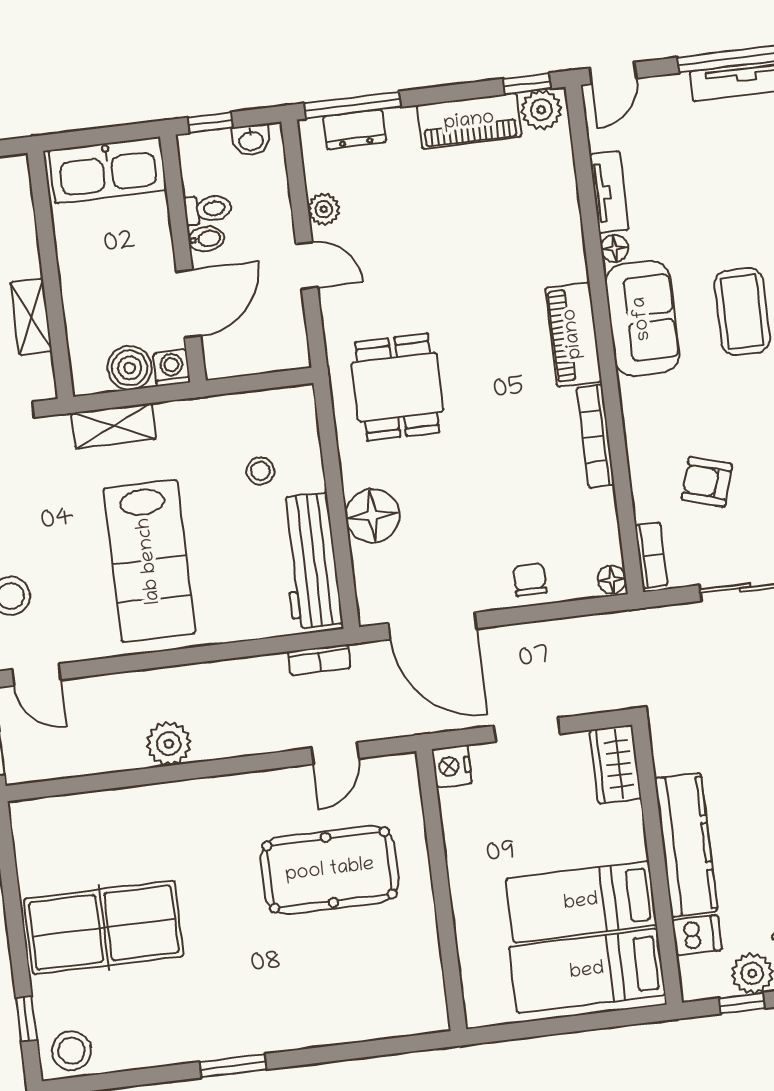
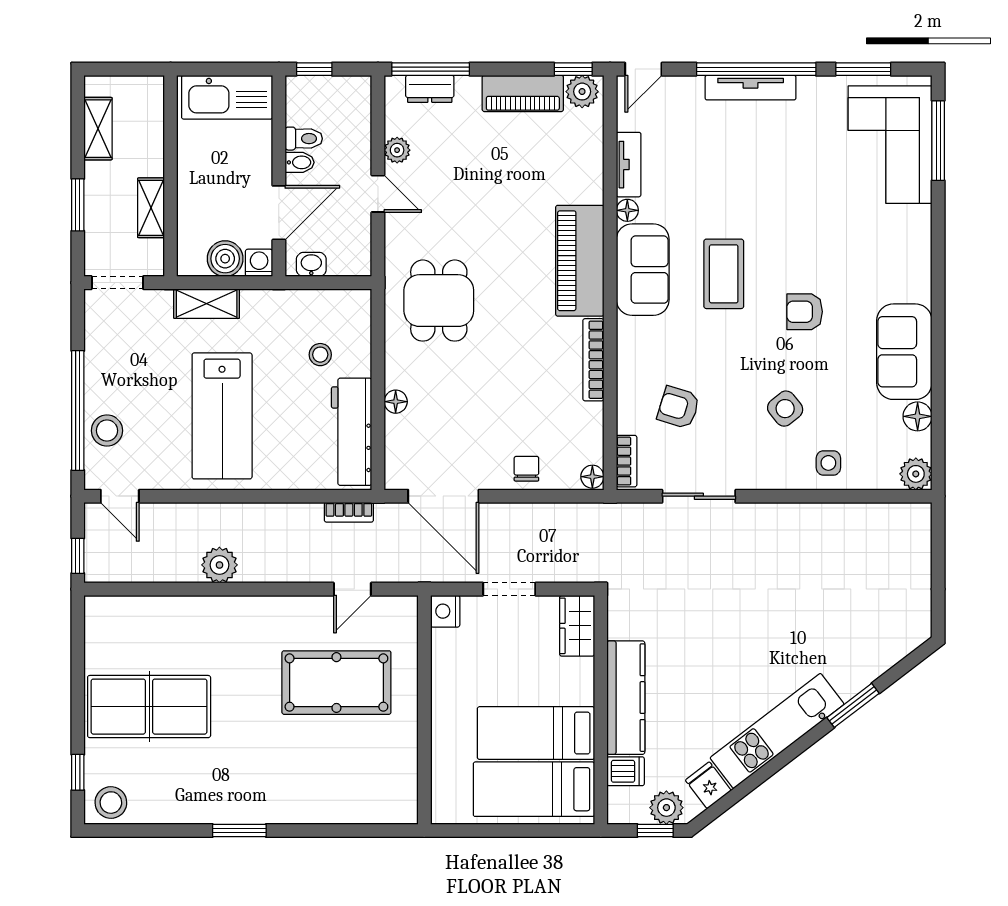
washbasin: (251, 140) -> (311, 264), moved, turned 180
piano: (573, 334) -> (580, 261), width x1.37, depth x1.33
floor lamp: (372, 516) -> (396, 402), width x0.53, depth x0.53

